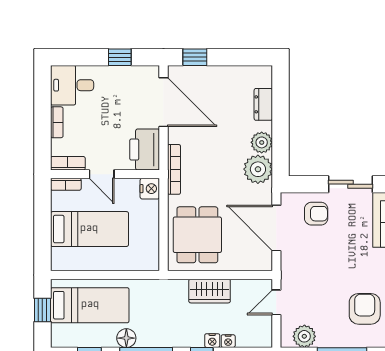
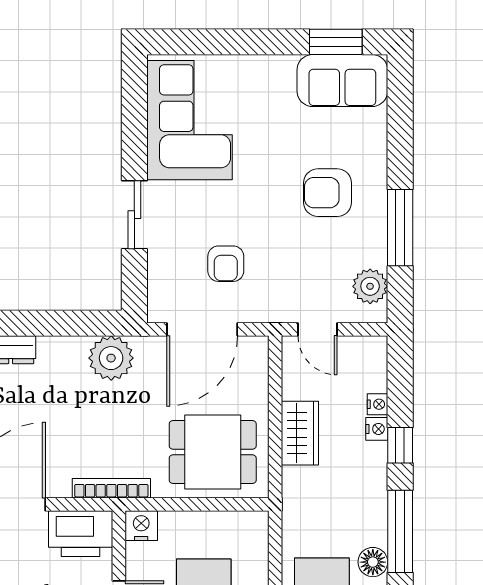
plant: (262, 142) -> (70, 352), removed
armchair: (316, 214) -> (226, 264), moved, turned 180

